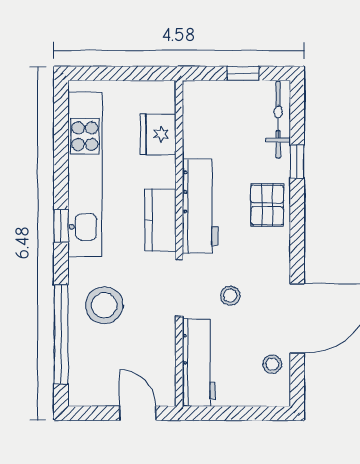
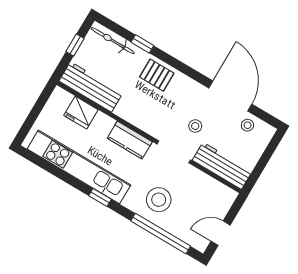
workbench: (200, 206) -> (91, 87), moved
door: (138, 413) -> (221, 233), moved

